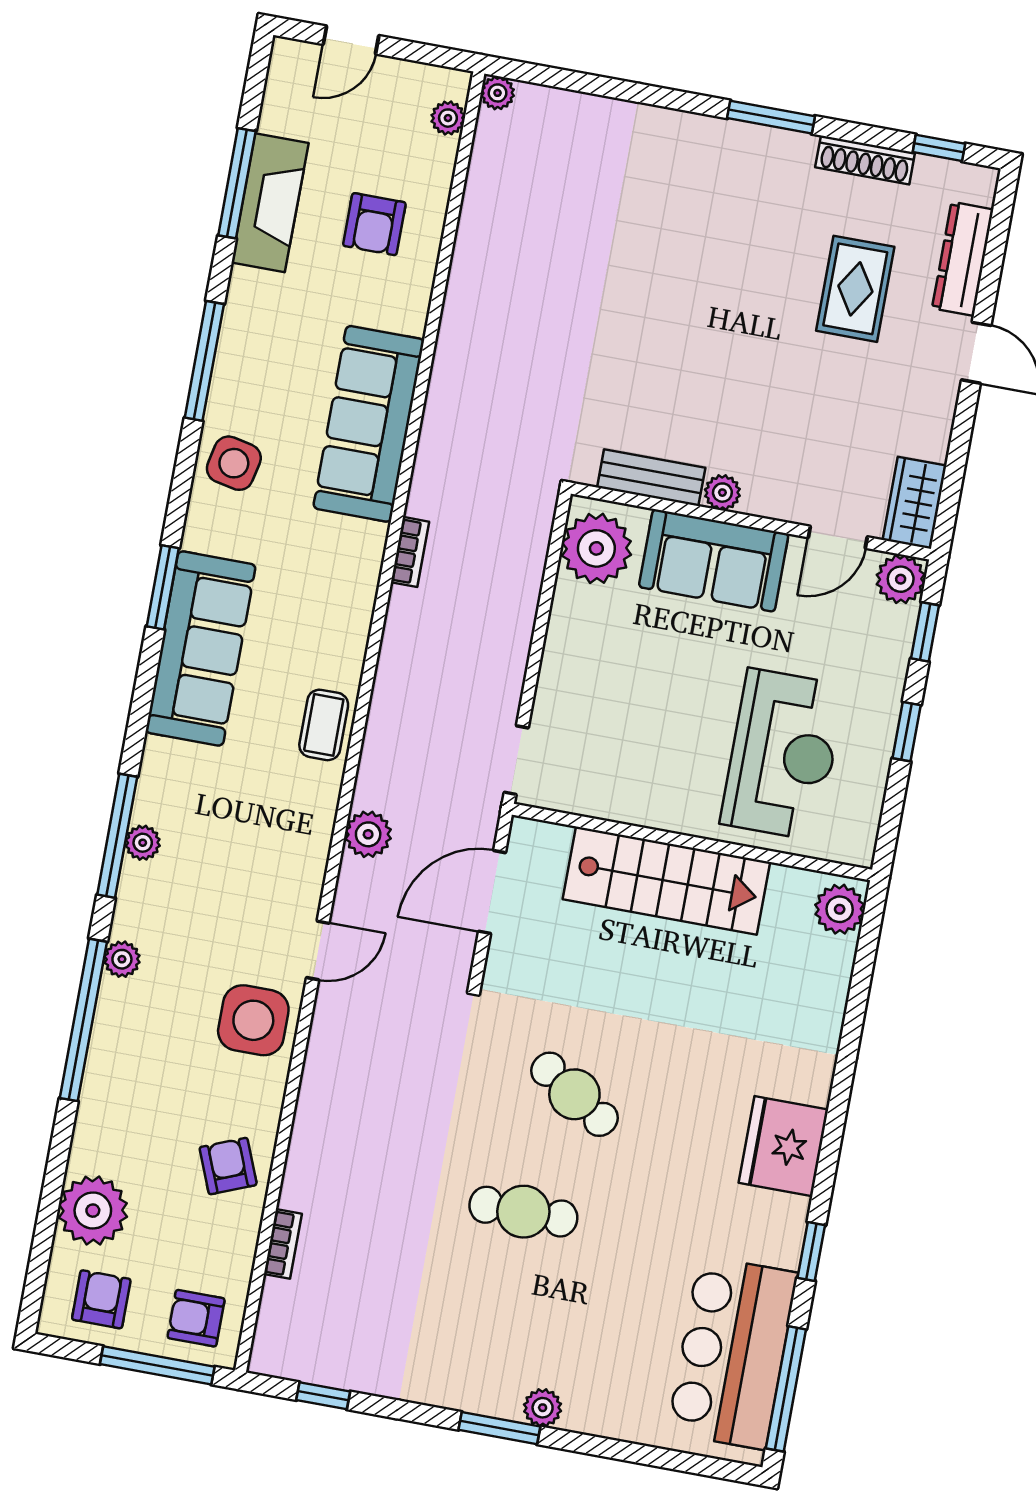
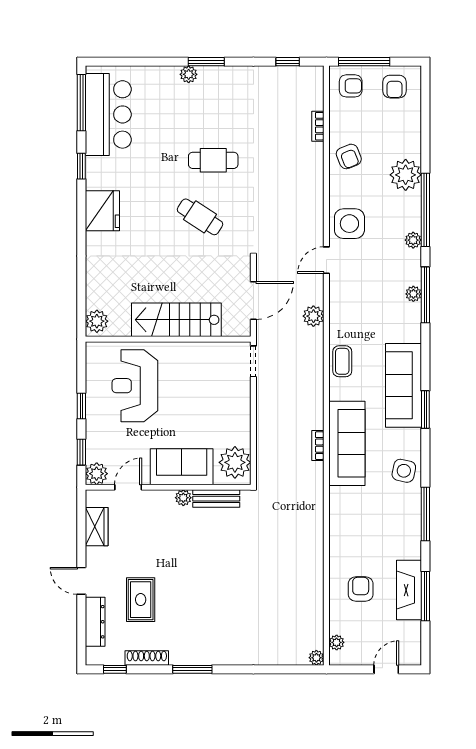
sofa: (369, 424) -> (347, 443), moved
wardrobe: (915, 503) -> (97, 527), moved
plant: (93, 1211) -> (406, 175), moved

